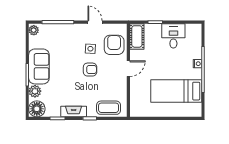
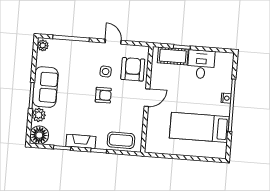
cot: (137, 36) -> (173, 56), moved, turned 90

